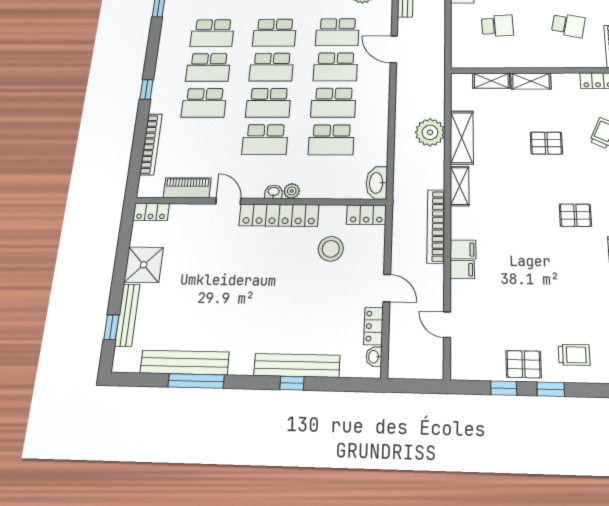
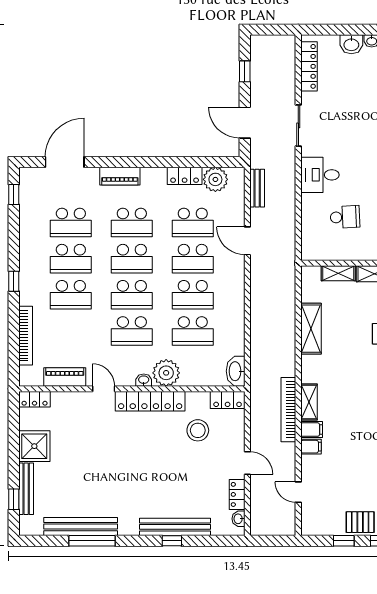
plant: (430, 132) -> (282, 324), removed
shelving: (460, 186) -> (309, 402), moved
plant: (292, 191) -> (166, 373), width x1.87, depth x1.87

